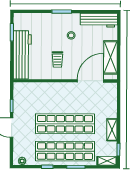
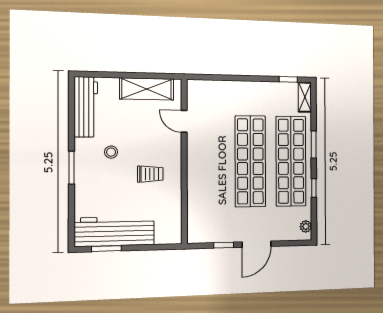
workbench: (22, 55) -> (114, 231), moved
door: (90, 81) -> (184, 121), width x0.53
shelving: (112, 130) -> (259, 89), removed

